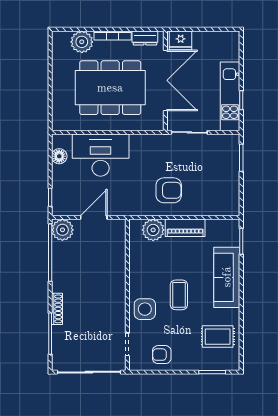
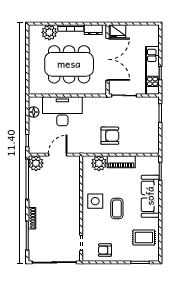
side table: (145, 309) -> (95, 201), moved

